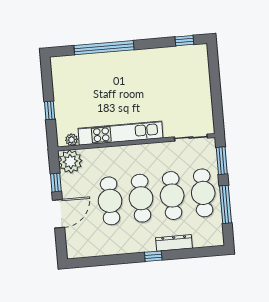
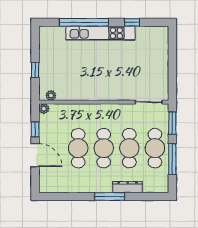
window: (184, 41) -> (132, 22), moved
kitchen unit: (120, 133) -> (101, 33), moved, turned 180
plant: (70, 162) -> (44, 109), width x0.53, depth x0.53
door: (59, 214) -> (35, 155), hinge flipped
window: (153, 256) -> (110, 197), width x2.17

